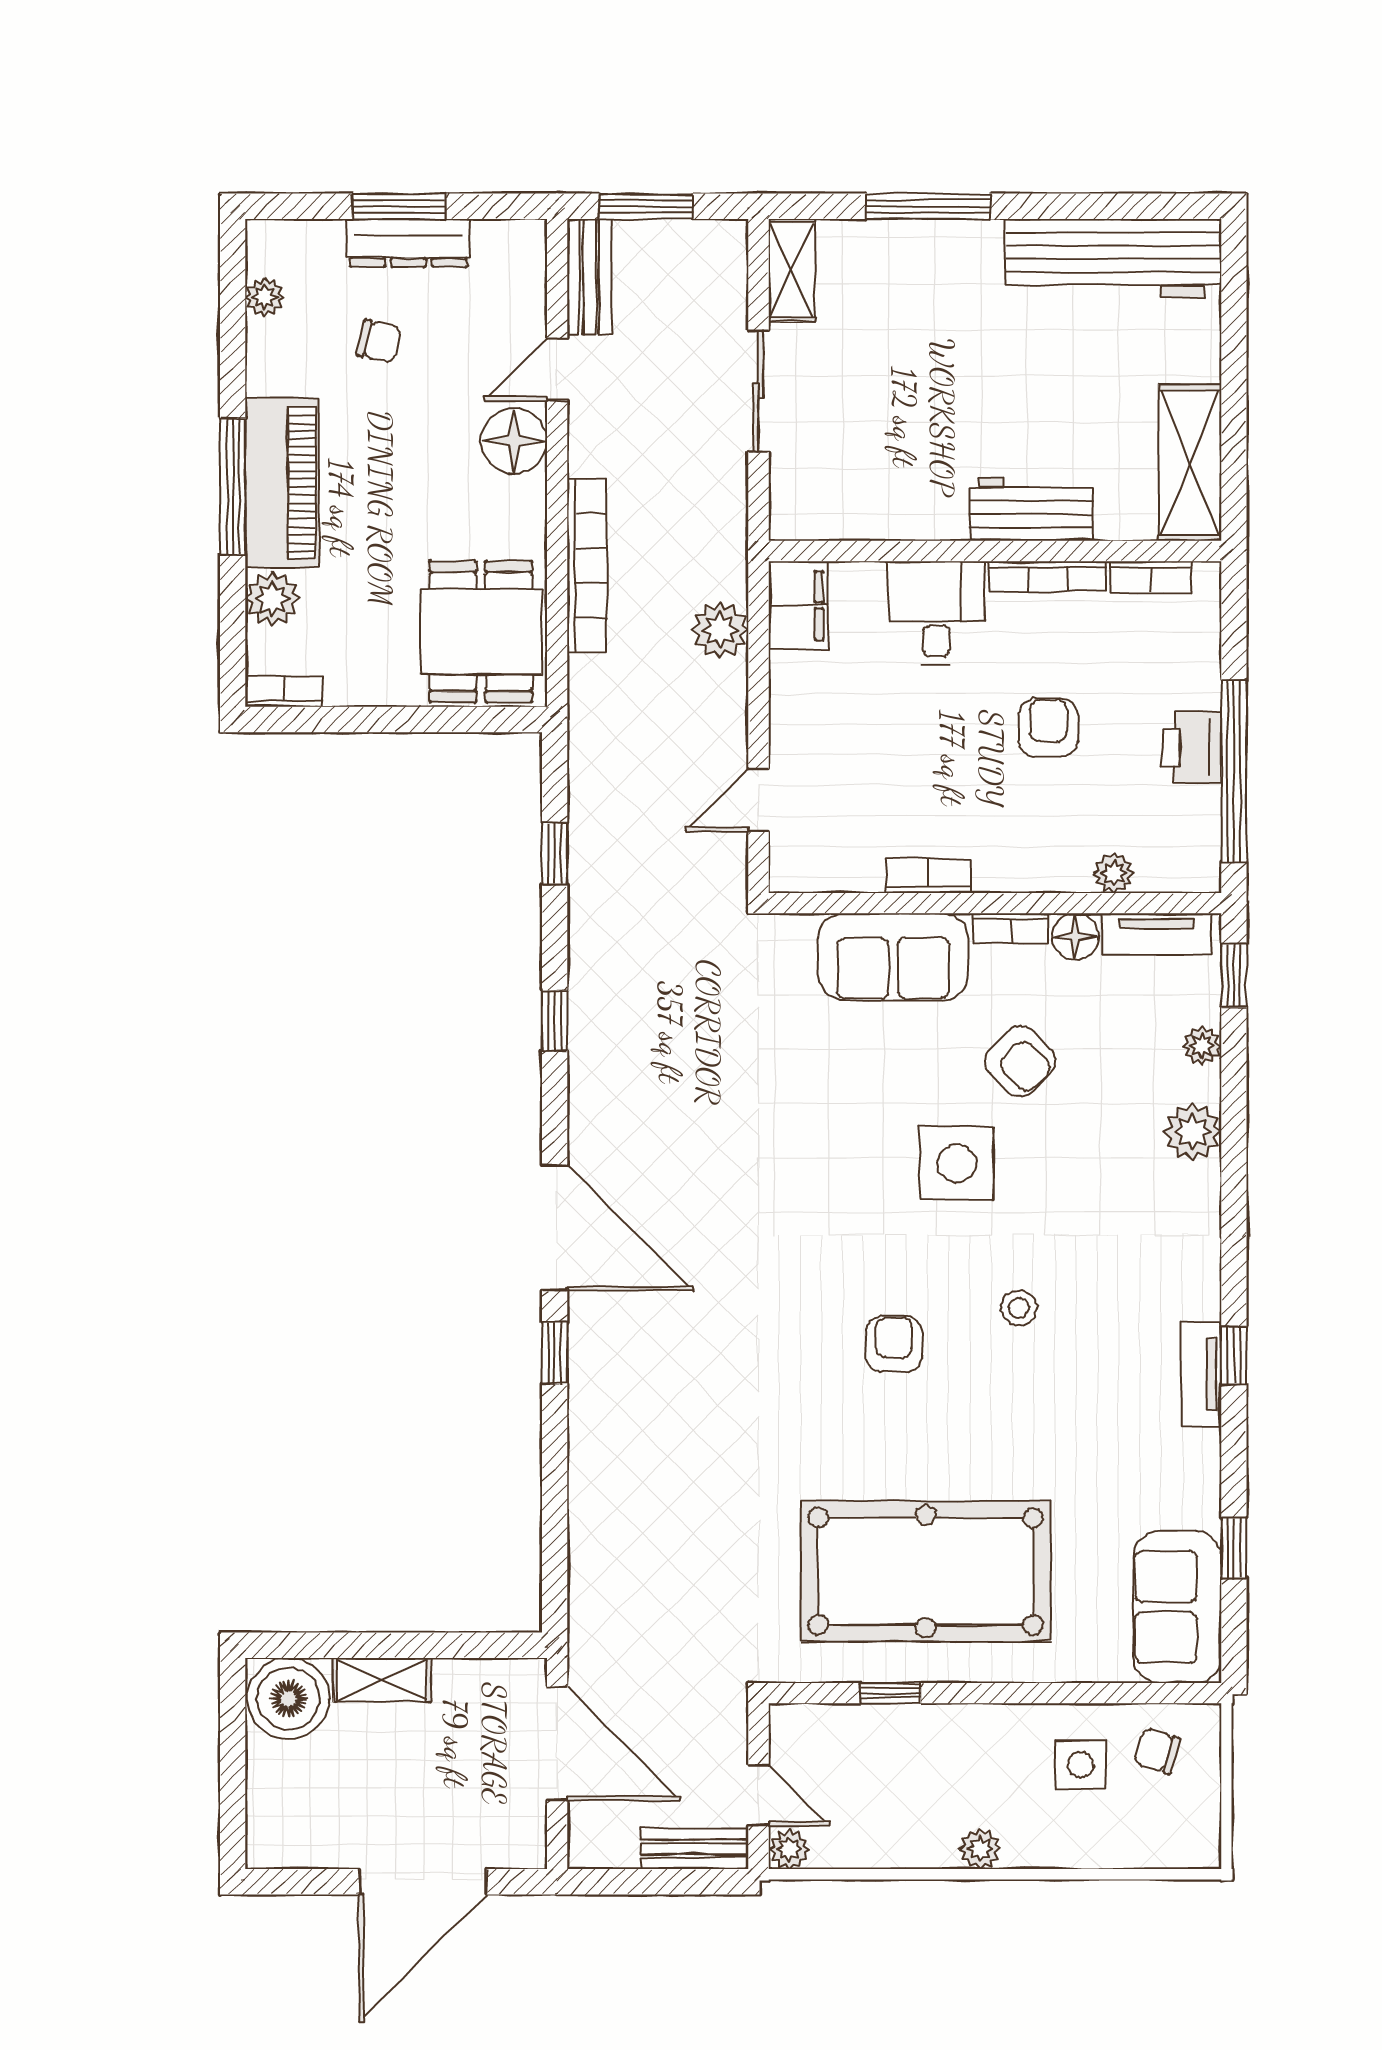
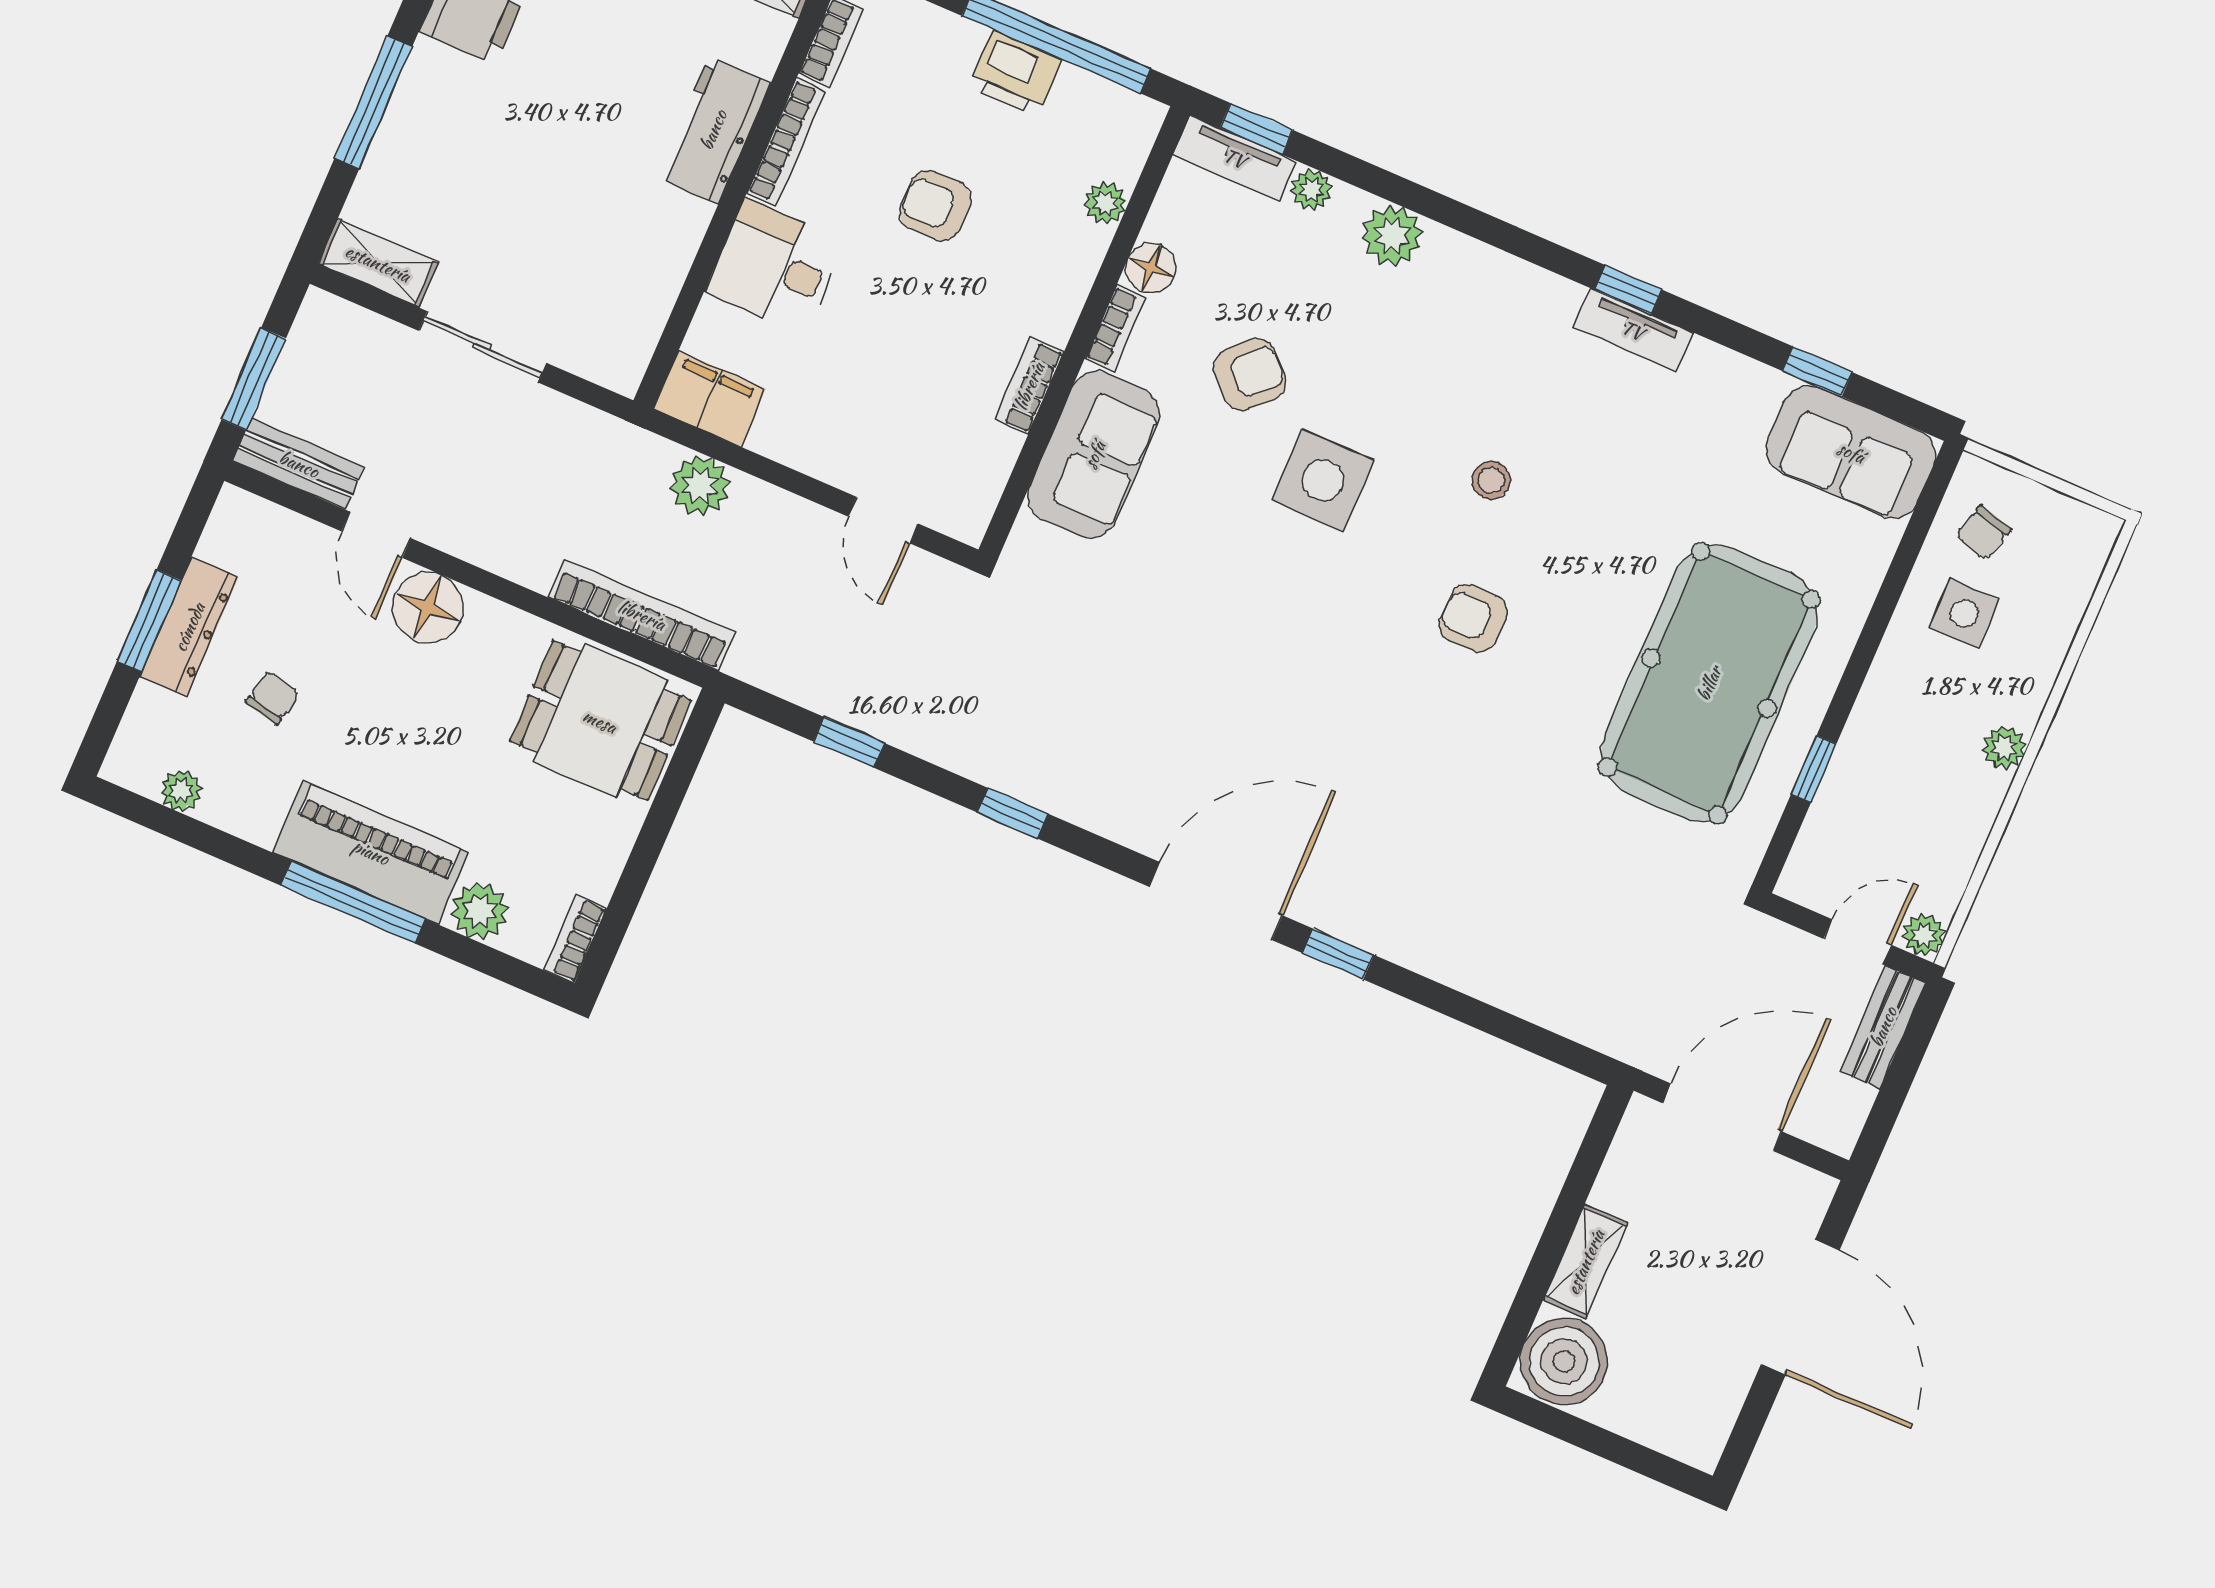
bookcase: (587, 565) -> (642, 615), moved
tv unit: (1157, 934) -> (1235, 158), moved, turned 90

